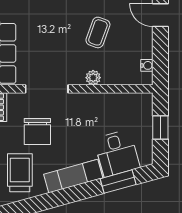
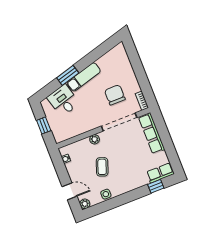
doorway: (47, 89) -> (119, 122), width x1.36
trolley: (20, 173) -> (116, 67), removed
window: (118, 182) -> (68, 75), moved

